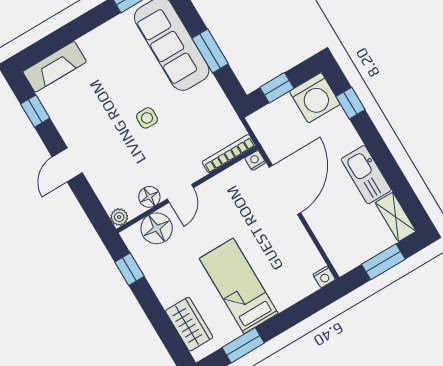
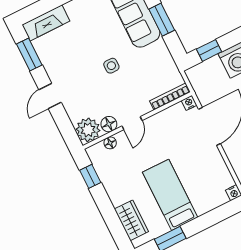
window: (35, 111) -> (29, 54), width x1.50
plant: (119, 217) -> (88, 130), width x1.87, depth x1.87
floor lamp: (157, 228) -> (110, 143), width x0.53, depth x0.53

